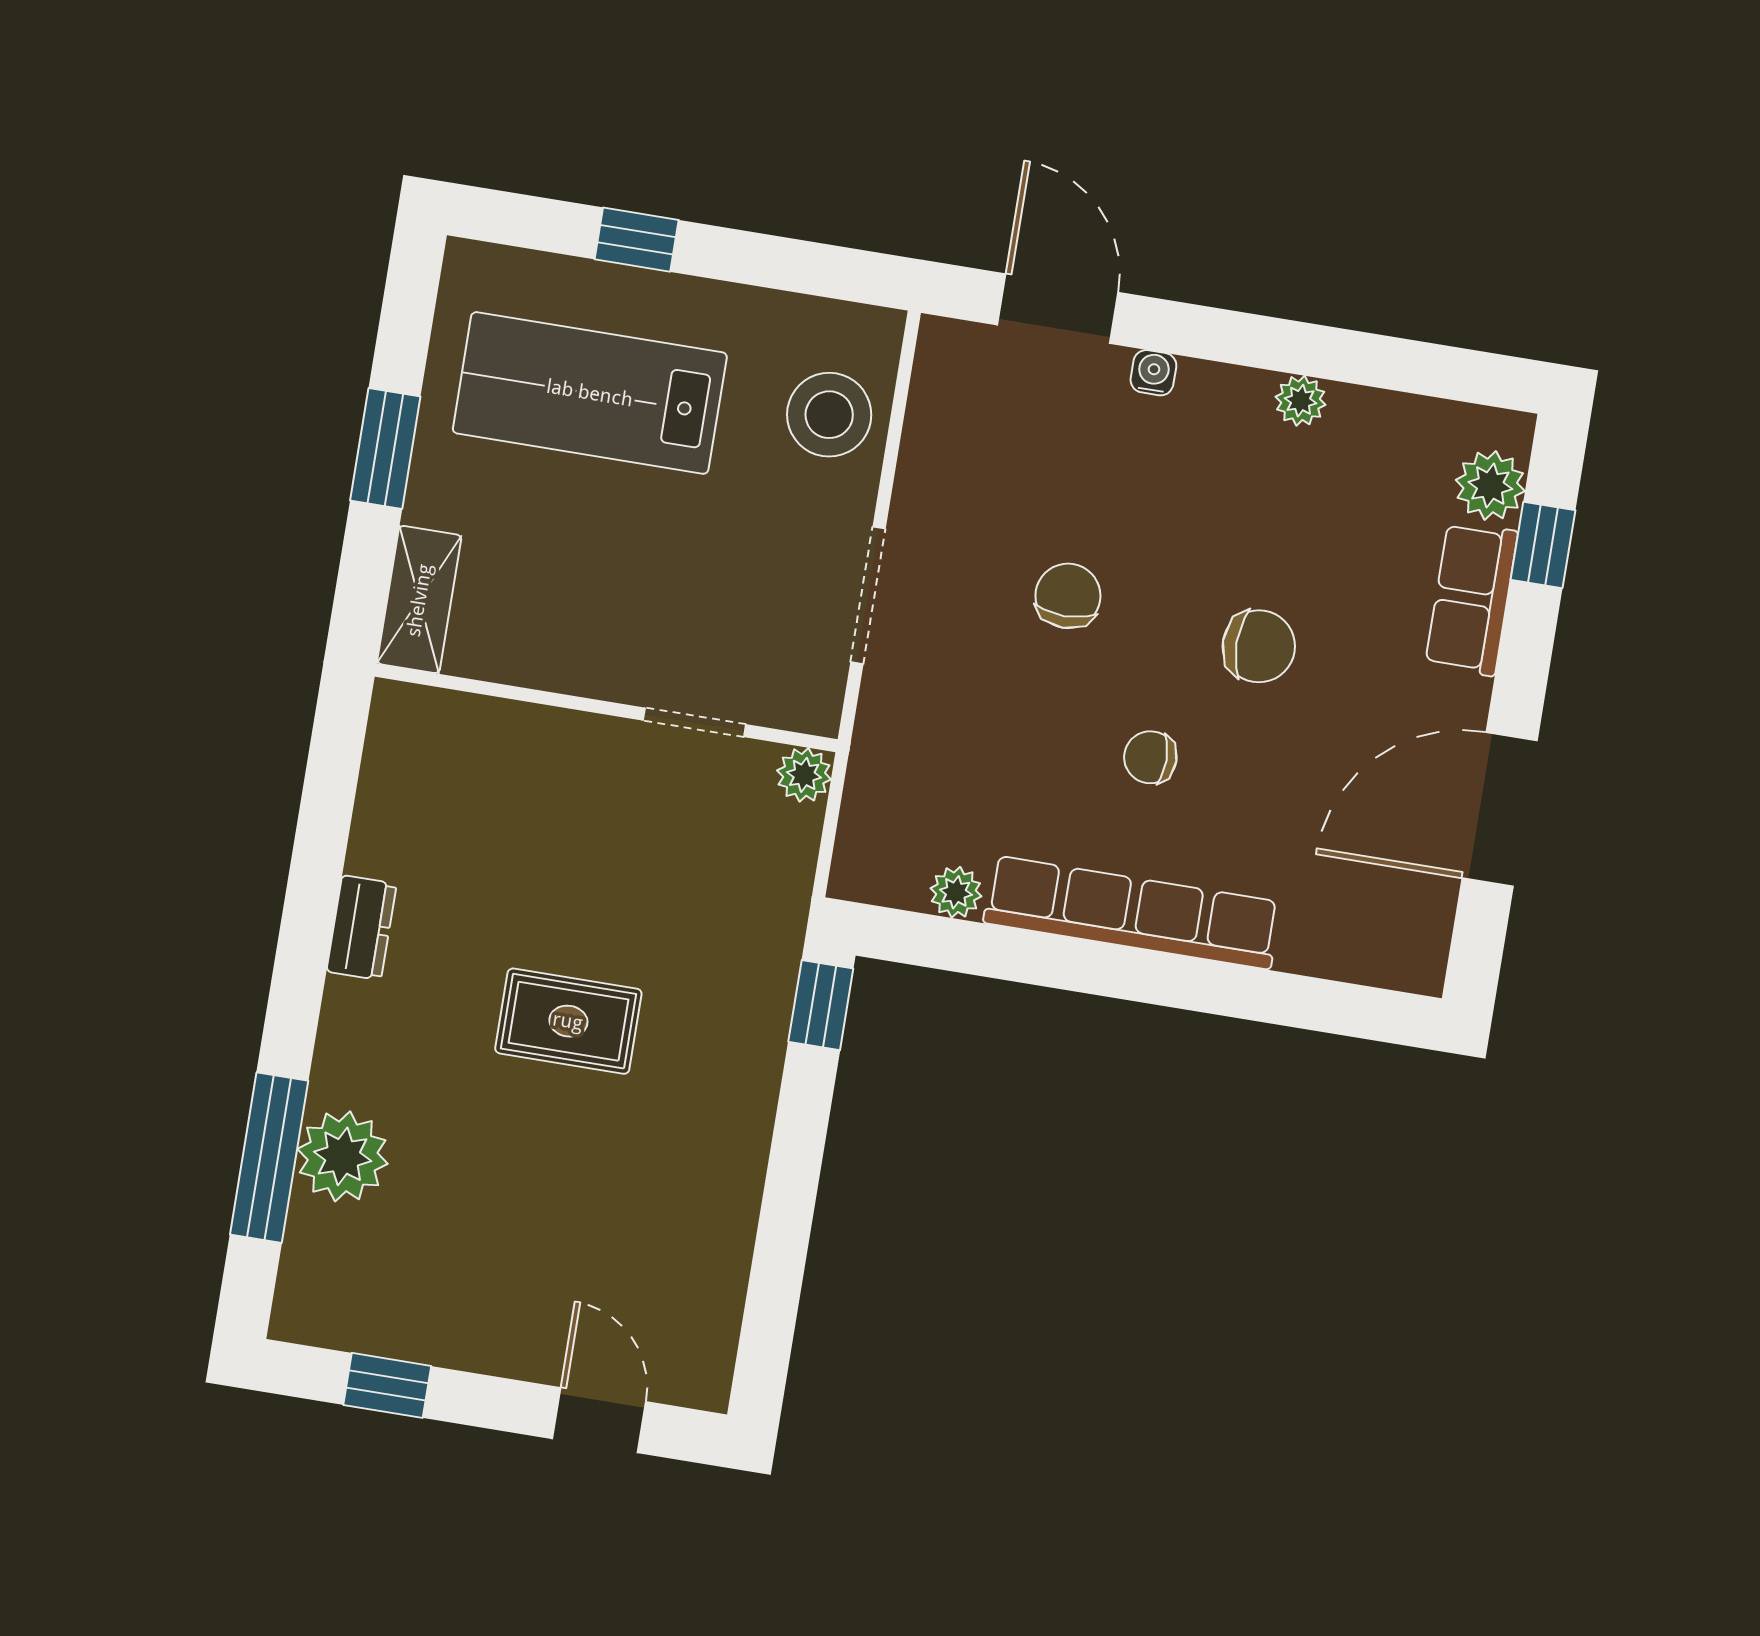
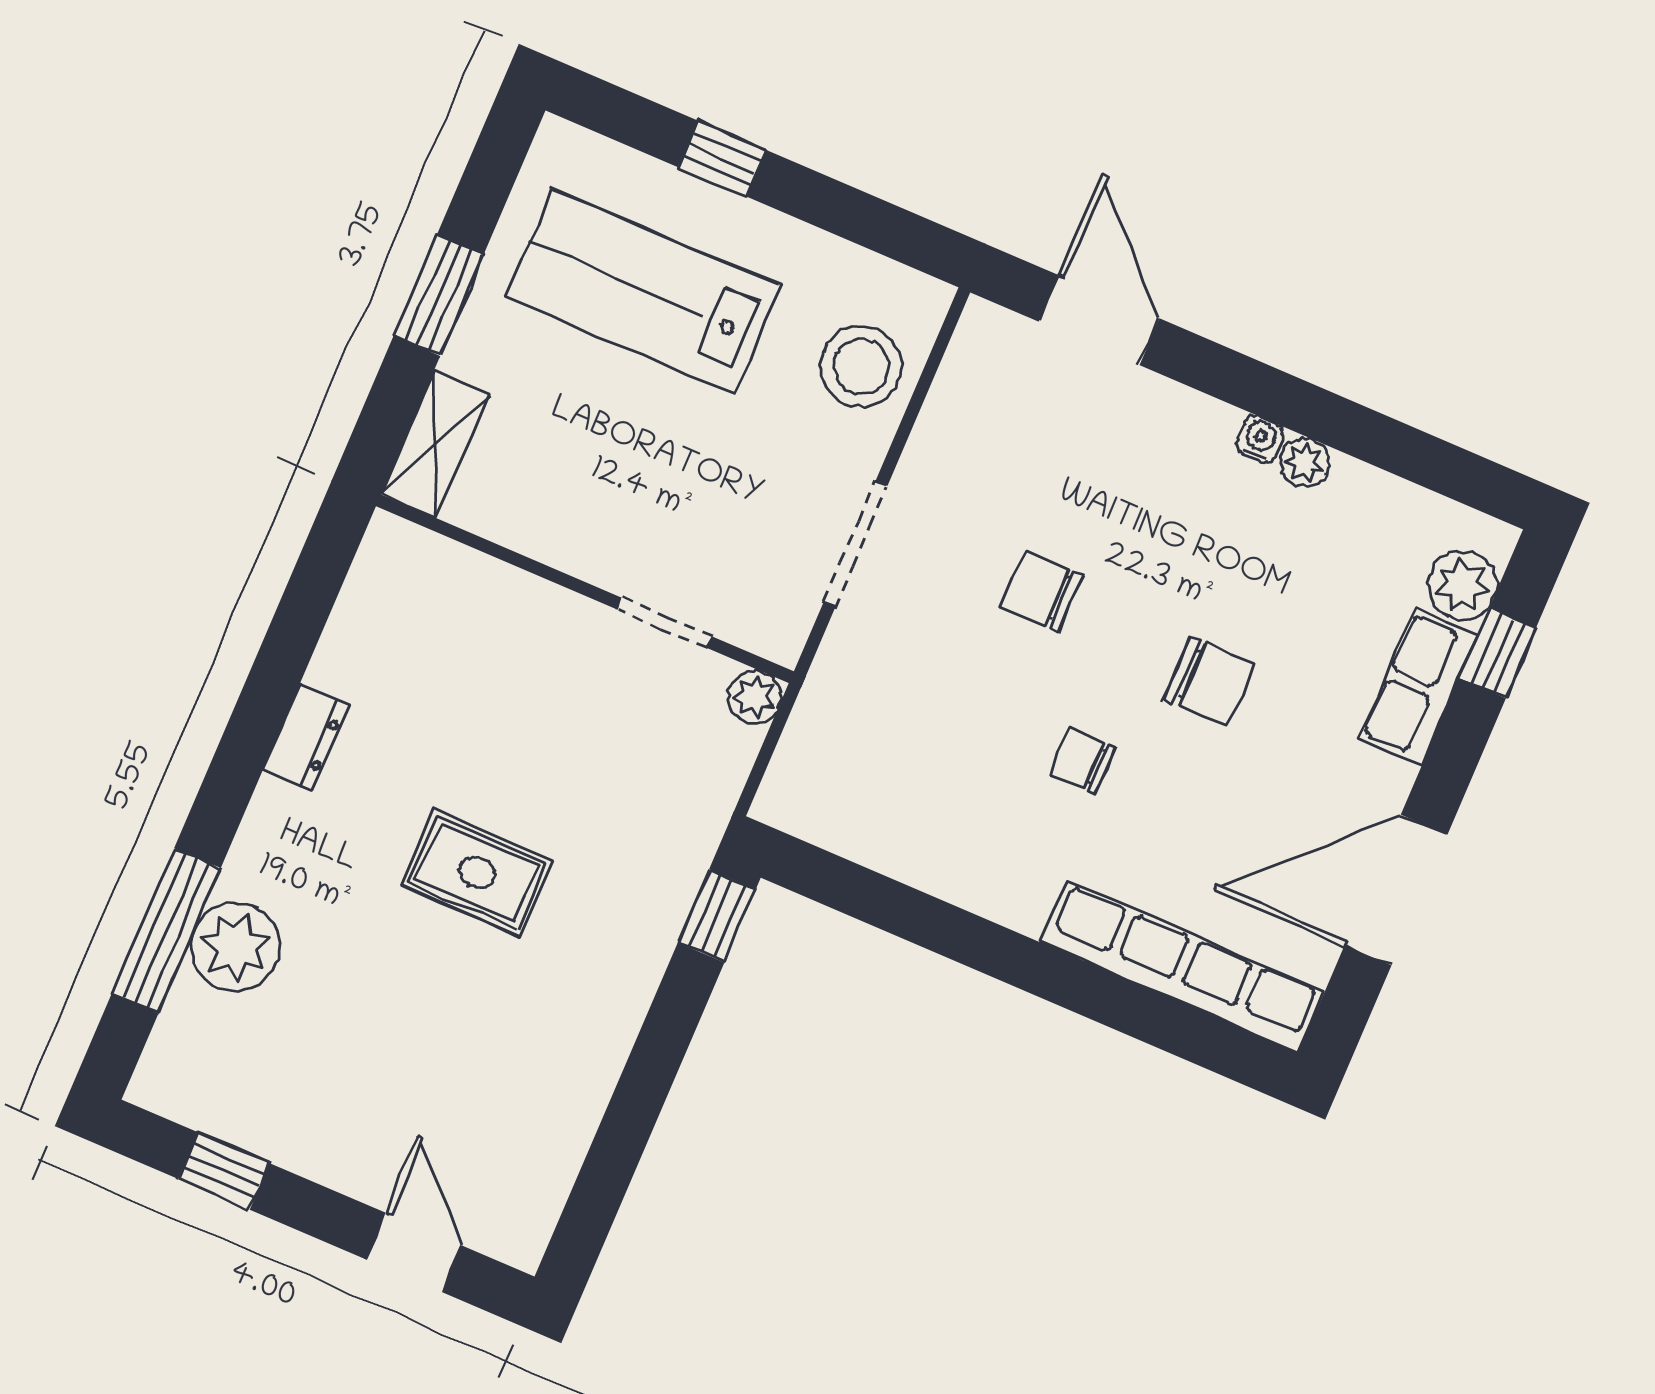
water cooler: (1153, 373) -> (1260, 439), moved
chair: (1068, 596) -> (1042, 591), turned -90
plant: (956, 892) -> (869, 842), removed
row of seats: (1132, 912) -> (1183, 967), moved

